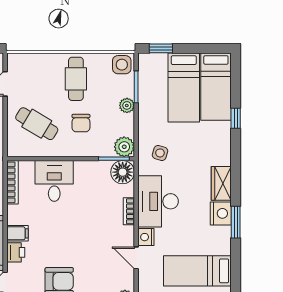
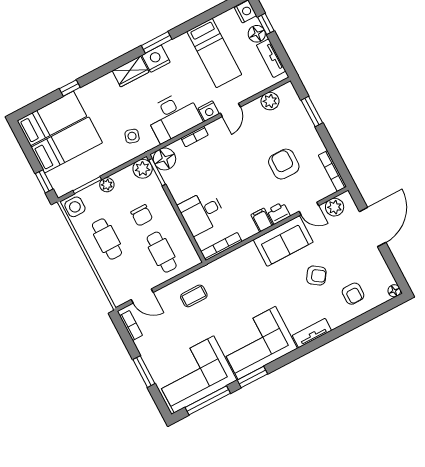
cafe table: (76, 79) -> (107, 239), turned 90
chair: (81, 123) -> (142, 215), turned 90
cafe table: (37, 124) -> (162, 252), turned -31

